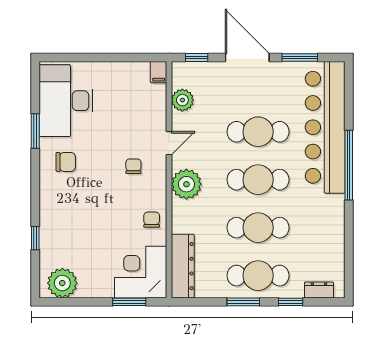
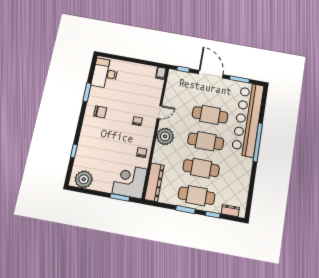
plant: (182, 100) -> (171, 90), removed
desk: (66, 101) -> (105, 73), width x0.73, depth x0.77

